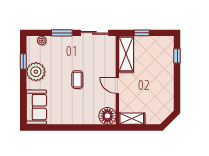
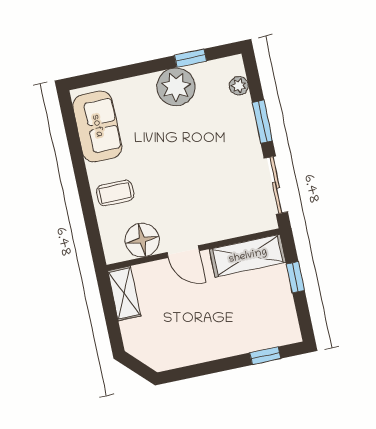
coffee table: (77, 80) -> (115, 193), moved
door: (117, 85) -> (183, 252), swing flipped
sofa: (36, 107) -> (97, 126), moved, turned -90
floor lamp: (107, 116) -> (142, 240), moved

